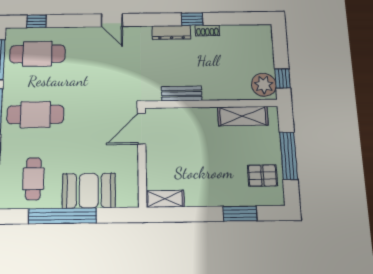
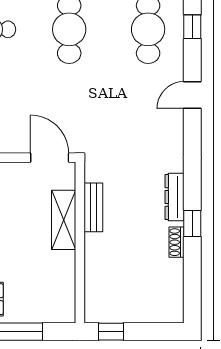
door: (112, 20) -> (192, 95), moved
plant: (264, 85) -> (103, 308), removed
shelving: (243, 116) -> (64, 220), moved

